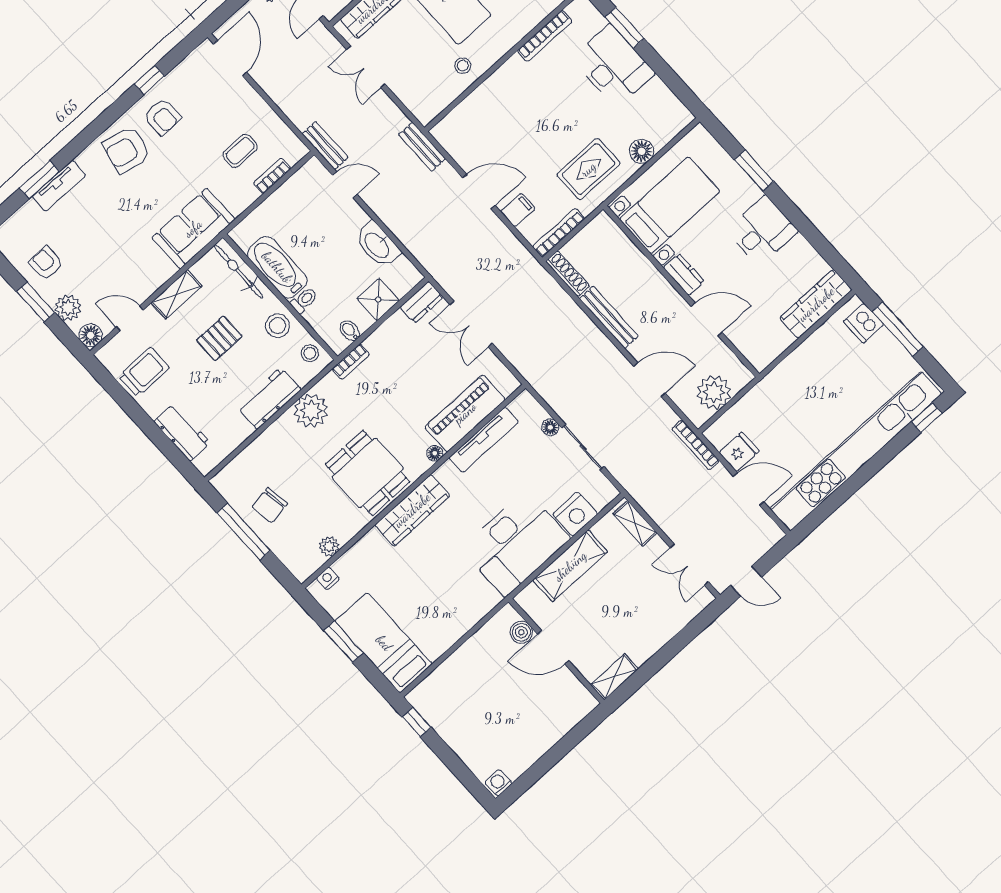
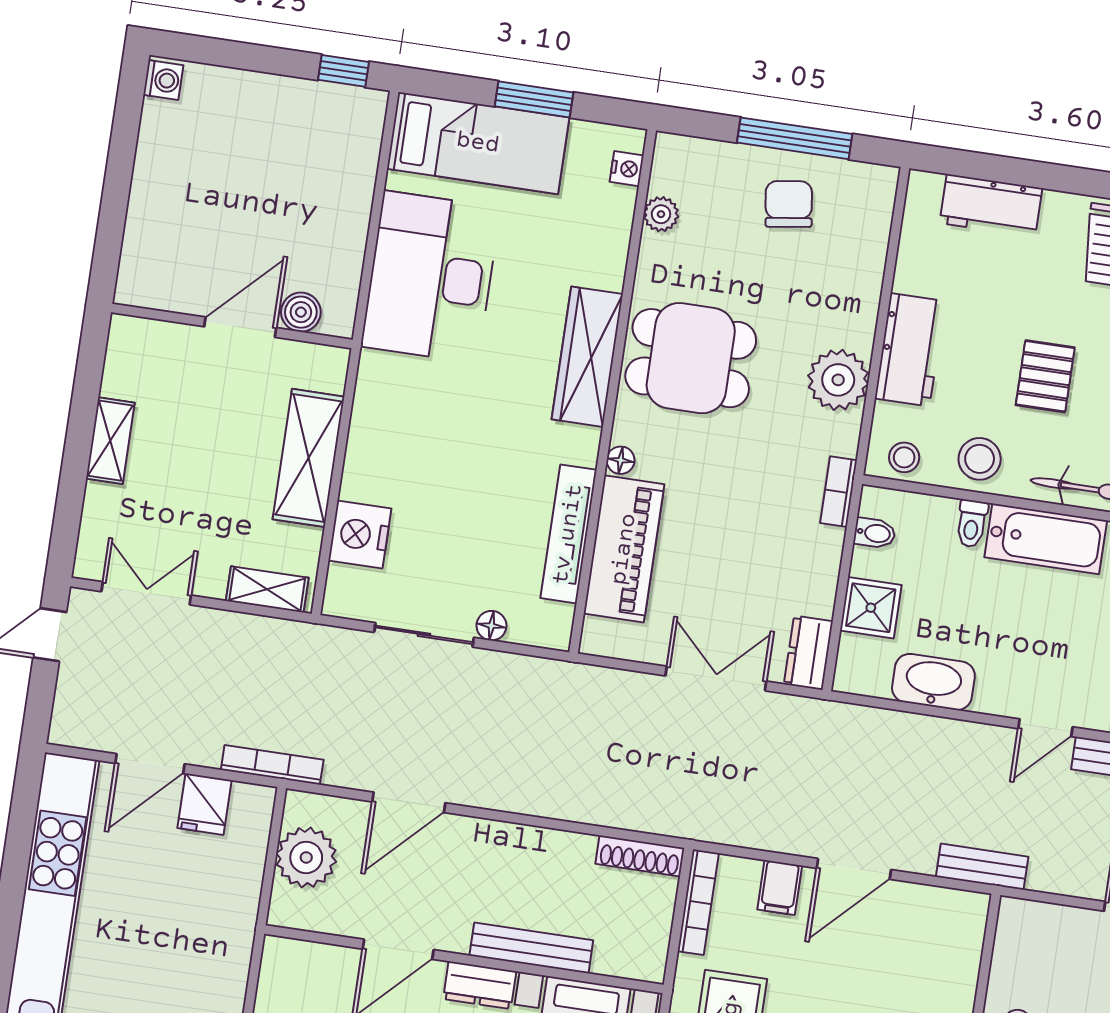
bench: (609, 317) -> (531, 948), moved
desk: (516, 544) -> (431, 277), moved
shelving: (615, 677) -> (110, 441), moved

